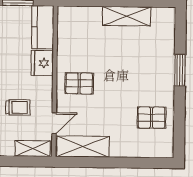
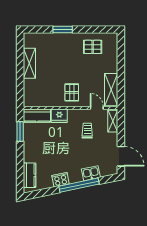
pallet: (151, 118) -> (93, 47), turned 90

